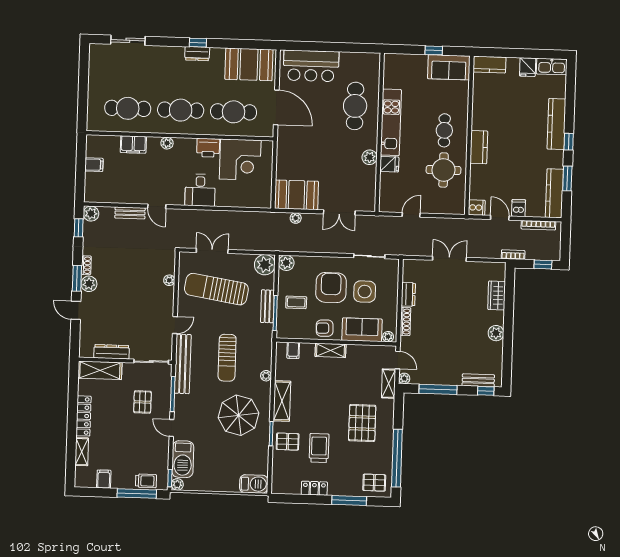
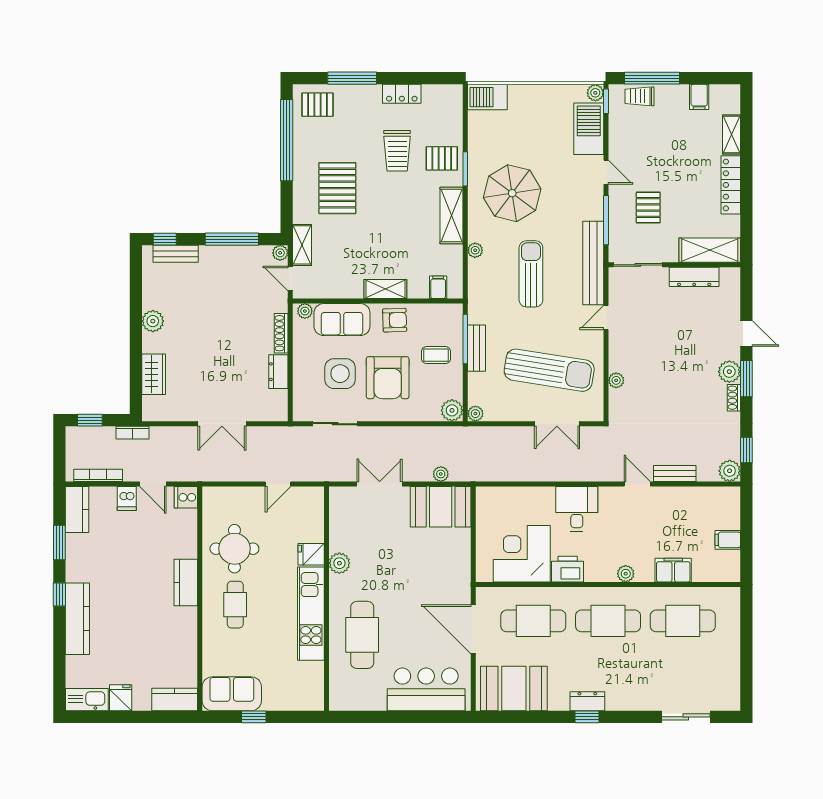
kitchen counter: (554, 193) -> (77, 509), width x0.67
plant: (265, 265) -> (475, 414), width x0.53, depth x0.53

